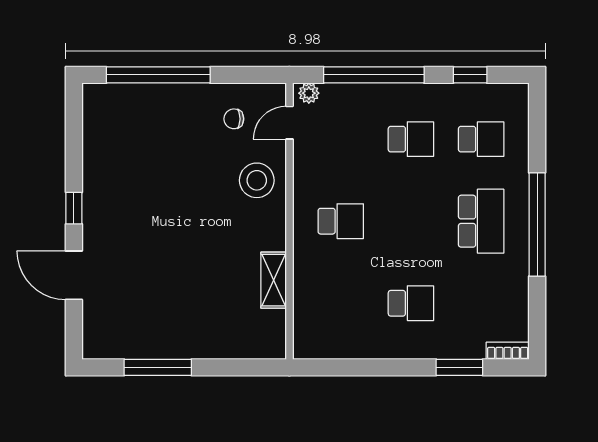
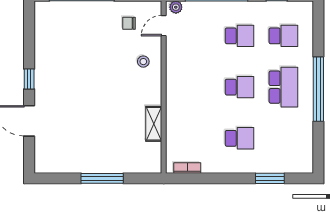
stool: (257, 180) -> (143, 62), width x0.53, depth x0.53
school desk: (341, 221) -> (240, 87), moved
bookcase: (508, 351) -> (187, 168), moved
window: (158, 367) -> (102, 178), moved

